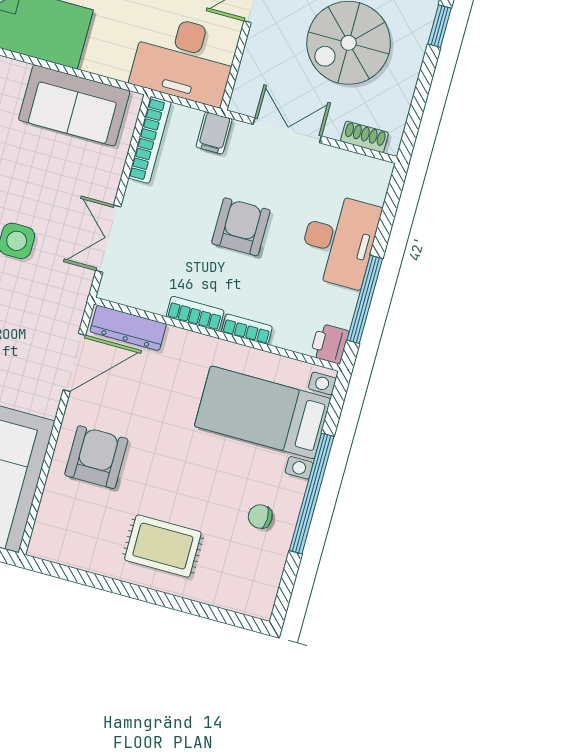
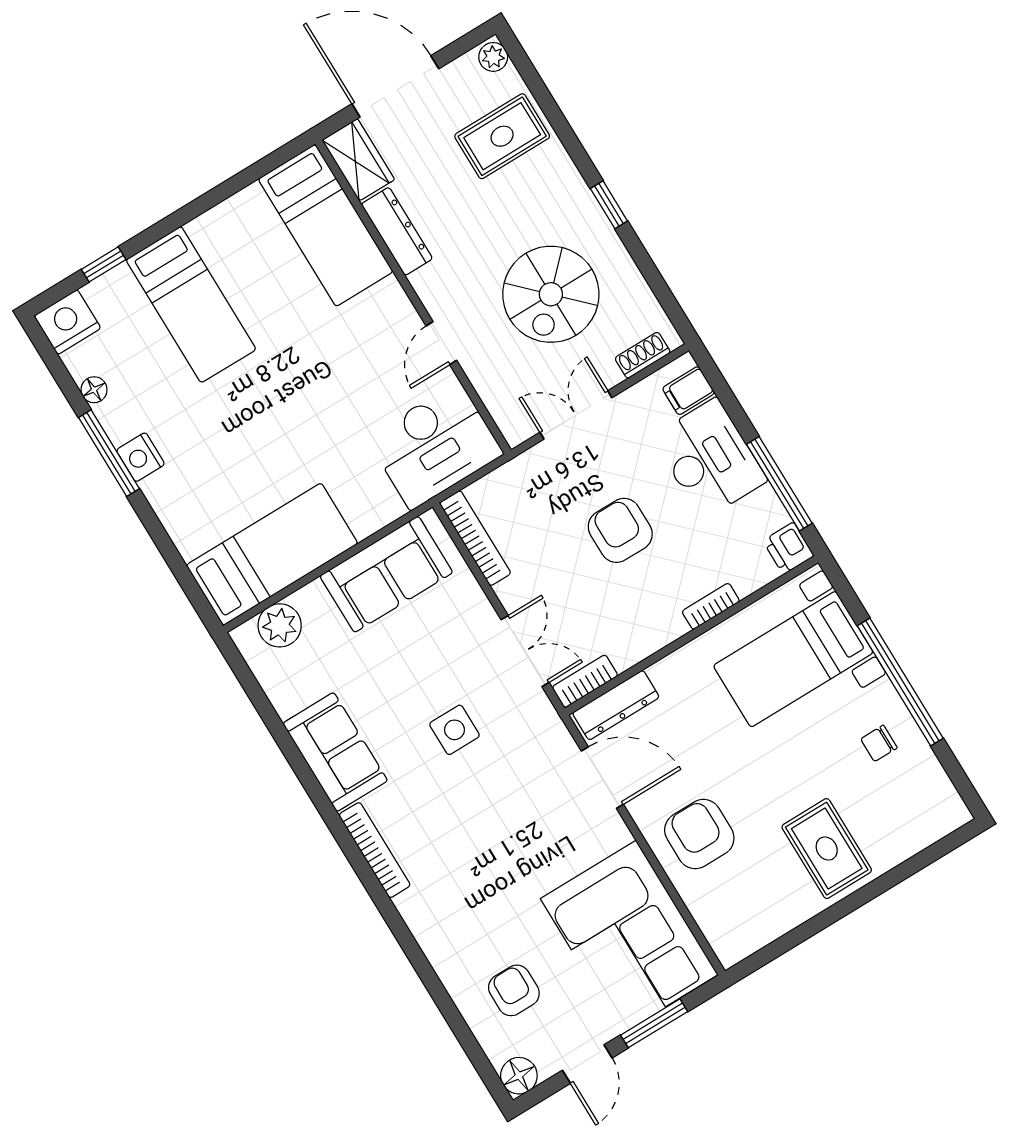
filing cabinet: (214, 133) -> (688, 391), moved, turned 90
double door: (108, 239) -> (525, 651), swing flipped
bookcase: (195, 314) -> (585, 681), moved
door: (74, 362) -> (602, 778), hinge flipped
rug: (163, 546) -> (827, 849), turned 90

